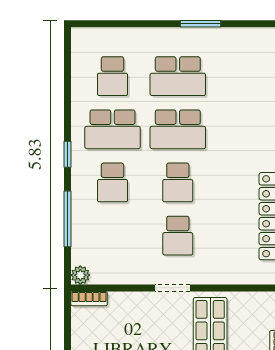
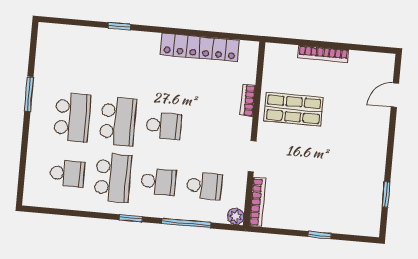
school desk: (178, 236) -> (204, 186), moved
bookcase: (216, 277) -> (248, 100), added
doorway: (172, 288) -> (252, 156), moved
bookcase: (89, 299) -> (257, 202), width x1.56

